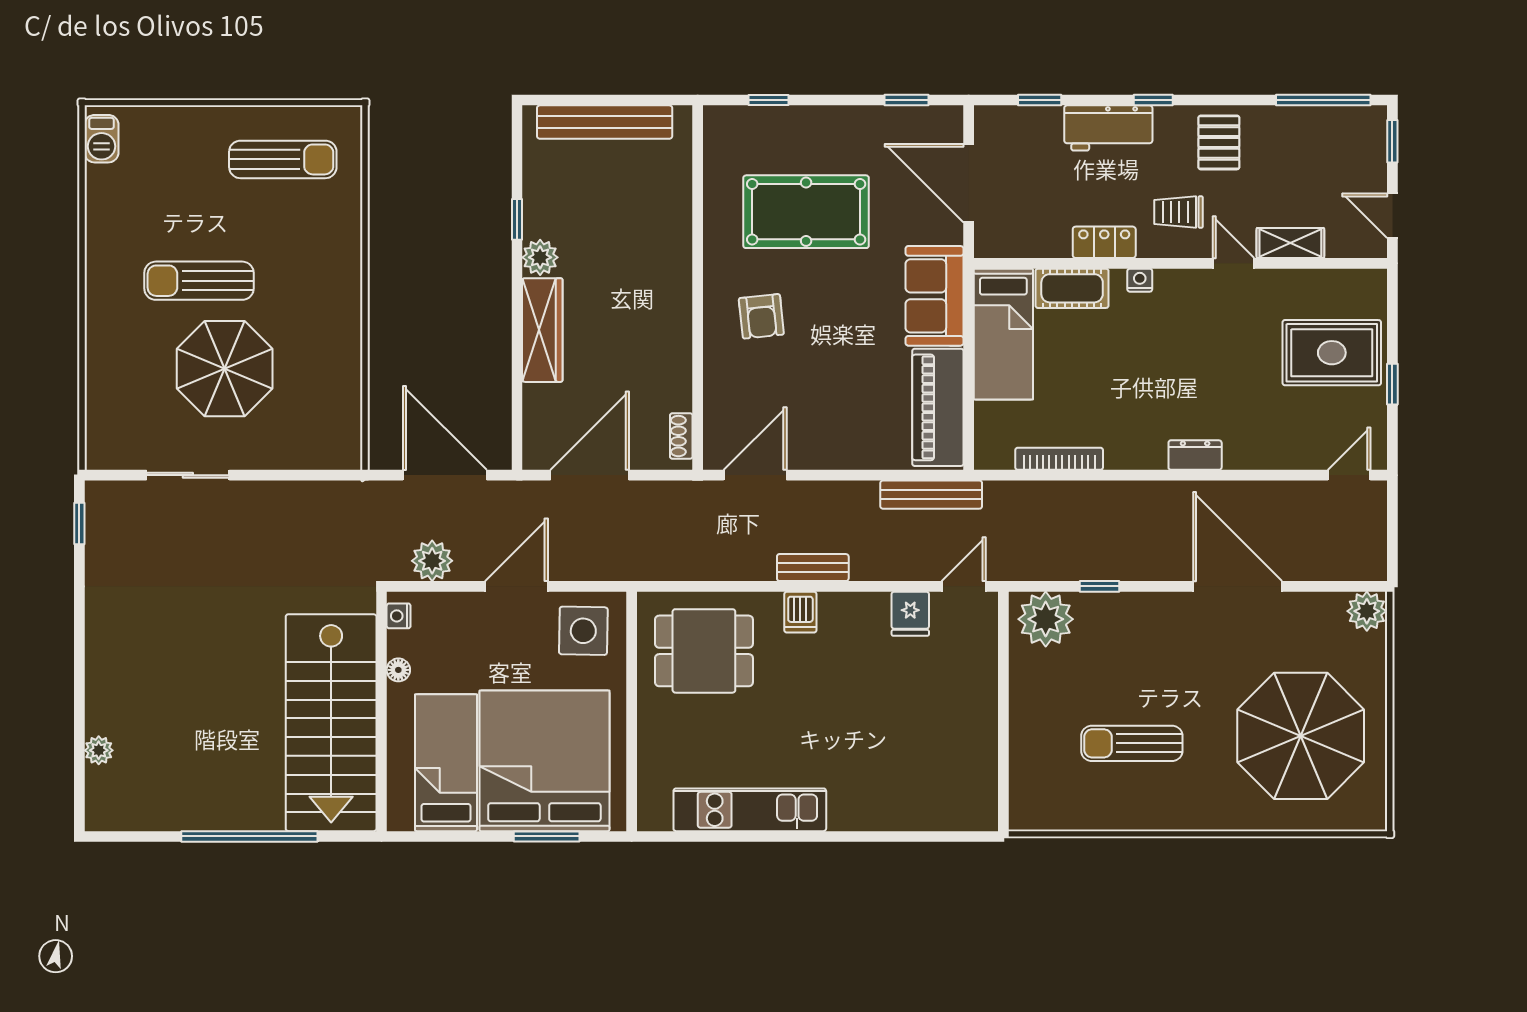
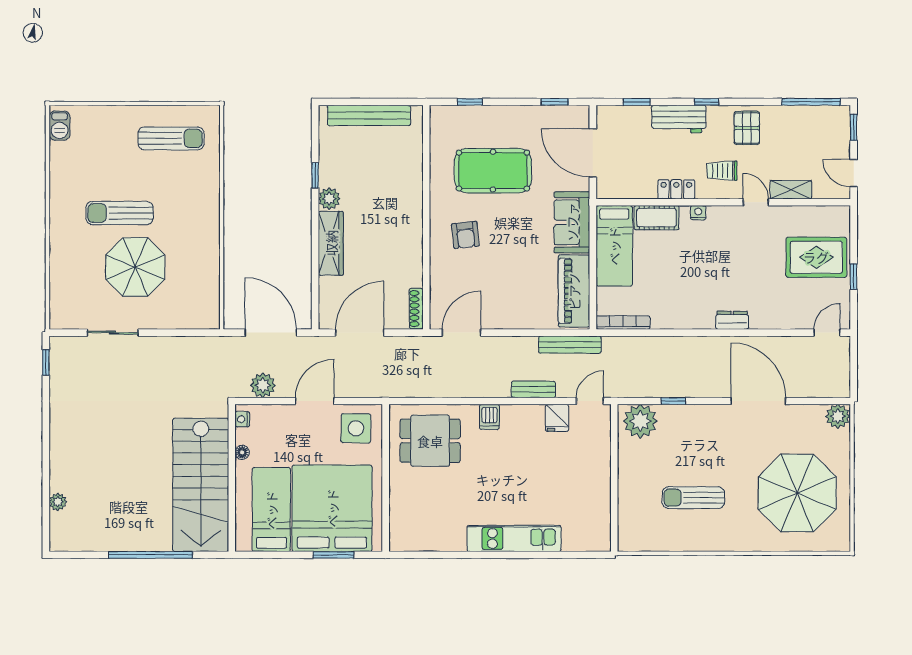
shoe rack: (681, 436) -> (416, 309), width x1.43
bookcase: (1059, 459) -> (623, 323), moved
bench: (813, 568) -> (533, 389), moved
kitchen unit: (750, 810) -> (514, 538), moved

